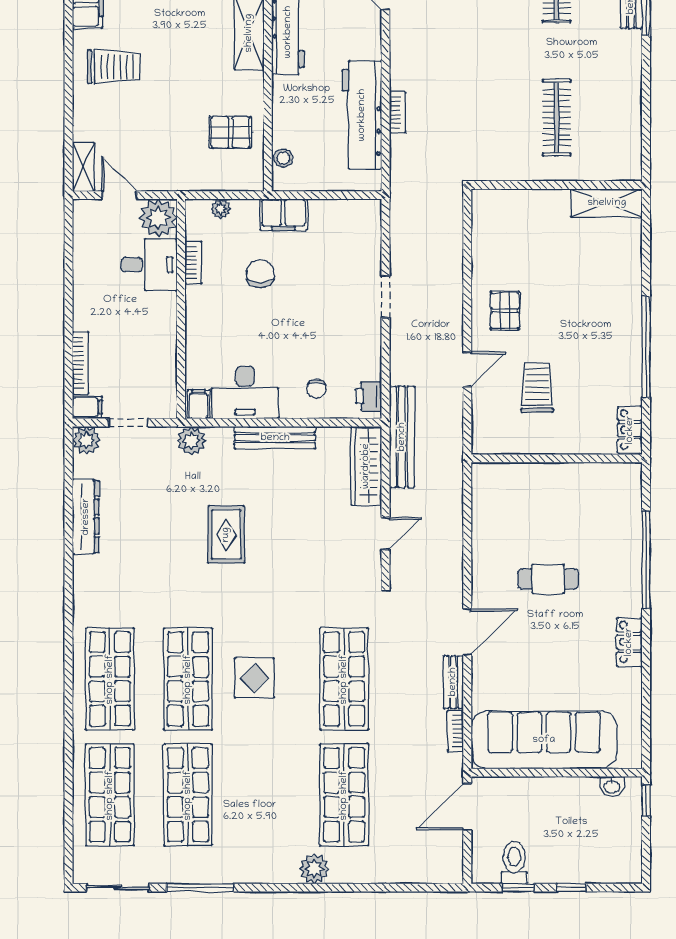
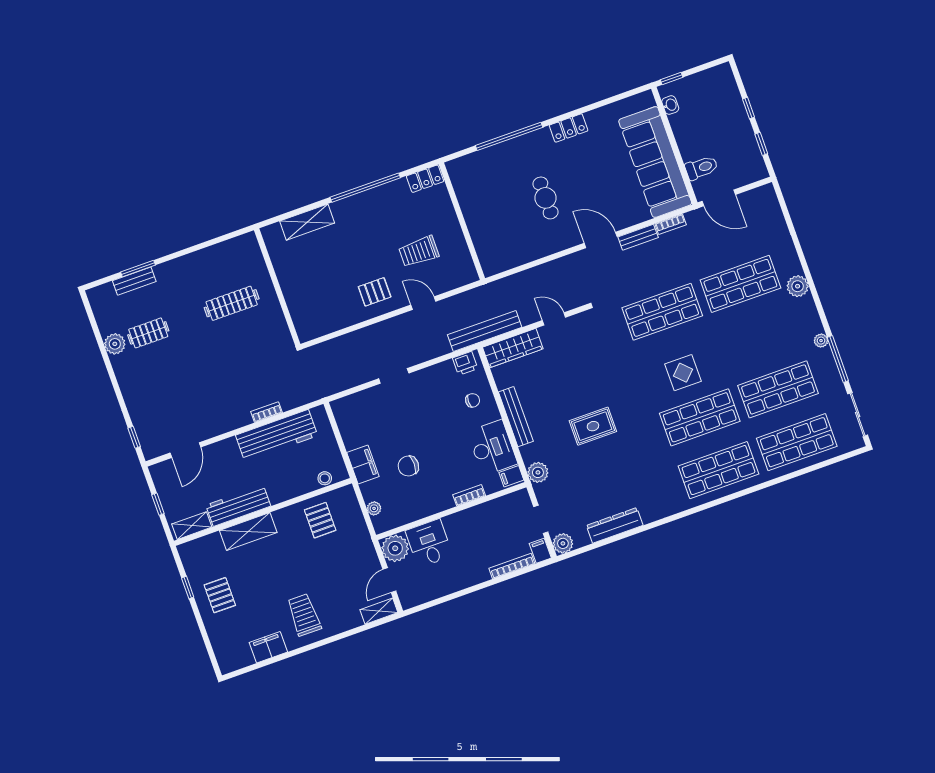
shelving: (607, 203) -> (307, 222), moved, turned 90
bookcase: (193, 263) -> (469, 495), moved
toilet: (514, 862) -> (701, 168), moved, turned 180
plant: (232, 874) -> (821, 341), added

